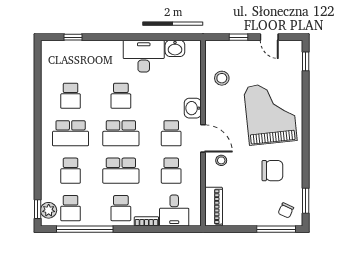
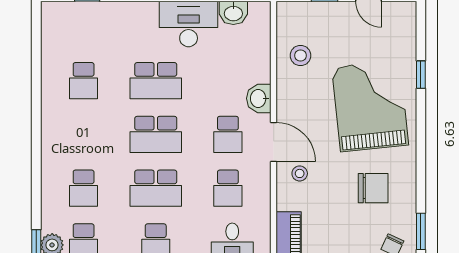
window: (306, 61) -> (421, 75), moved
school desk: (121, 96) -> (156, 81), width x1.85
school desk: (71, 133) -> (84, 134), removed

